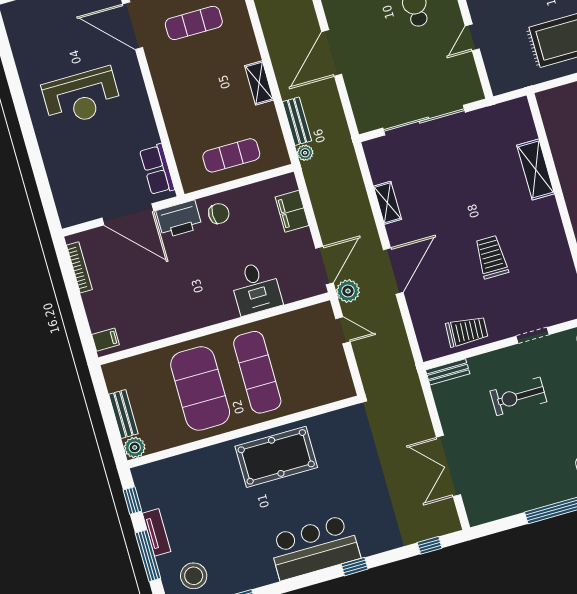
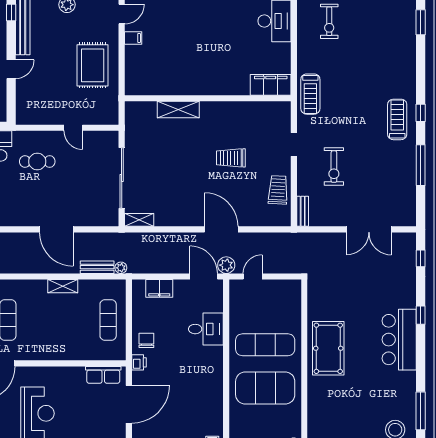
shelving: (388, 203) -> (139, 220), moved
printer: (179, 219) -> (139, 362), width x0.53, depth x0.68

